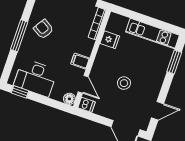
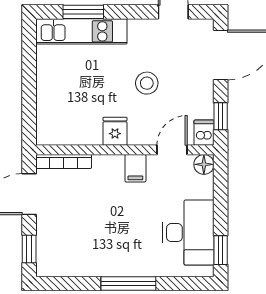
armchair: (43, 29) -> (103, 247), removed
kitchen unit: (152, 34) -> (81, 31), moved, turned 90
fridge: (110, 40) -> (115, 131), moved
window: (92, 117) -> (221, 116), added

